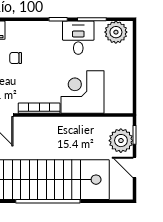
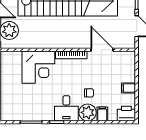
plant: (116, 32) -> (88, 112), moved
desk: (78, 38) -> (66, 108), moved

